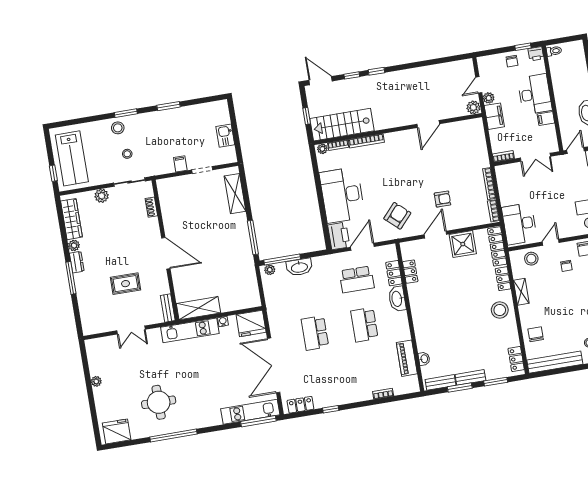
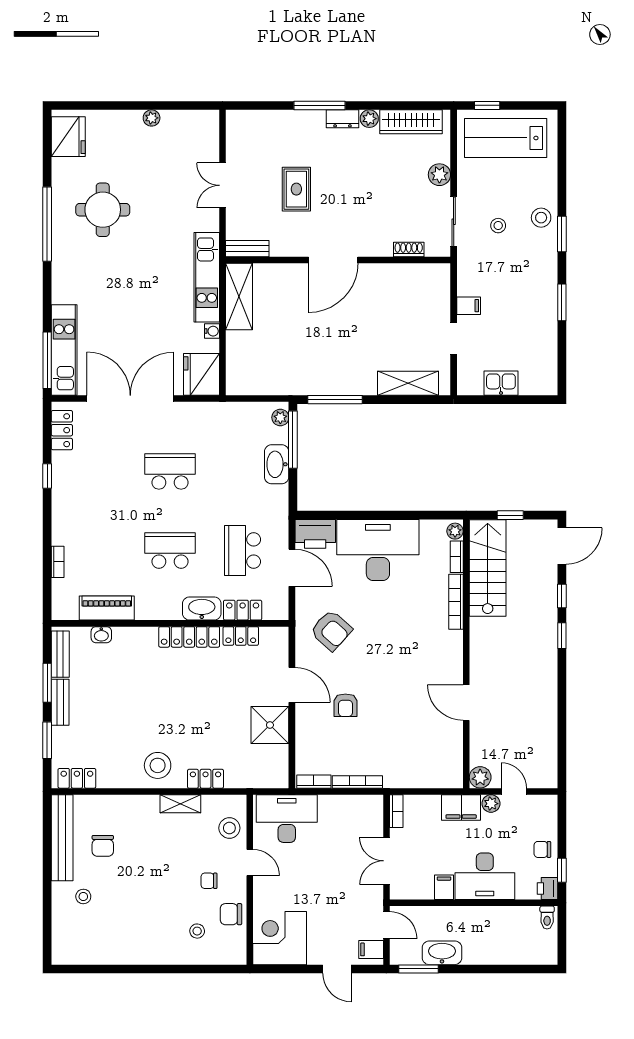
locker: (497, 246) -> (189, 637), moved, turned 180
chair: (536, 334) -> (103, 846), moved, turned 90

